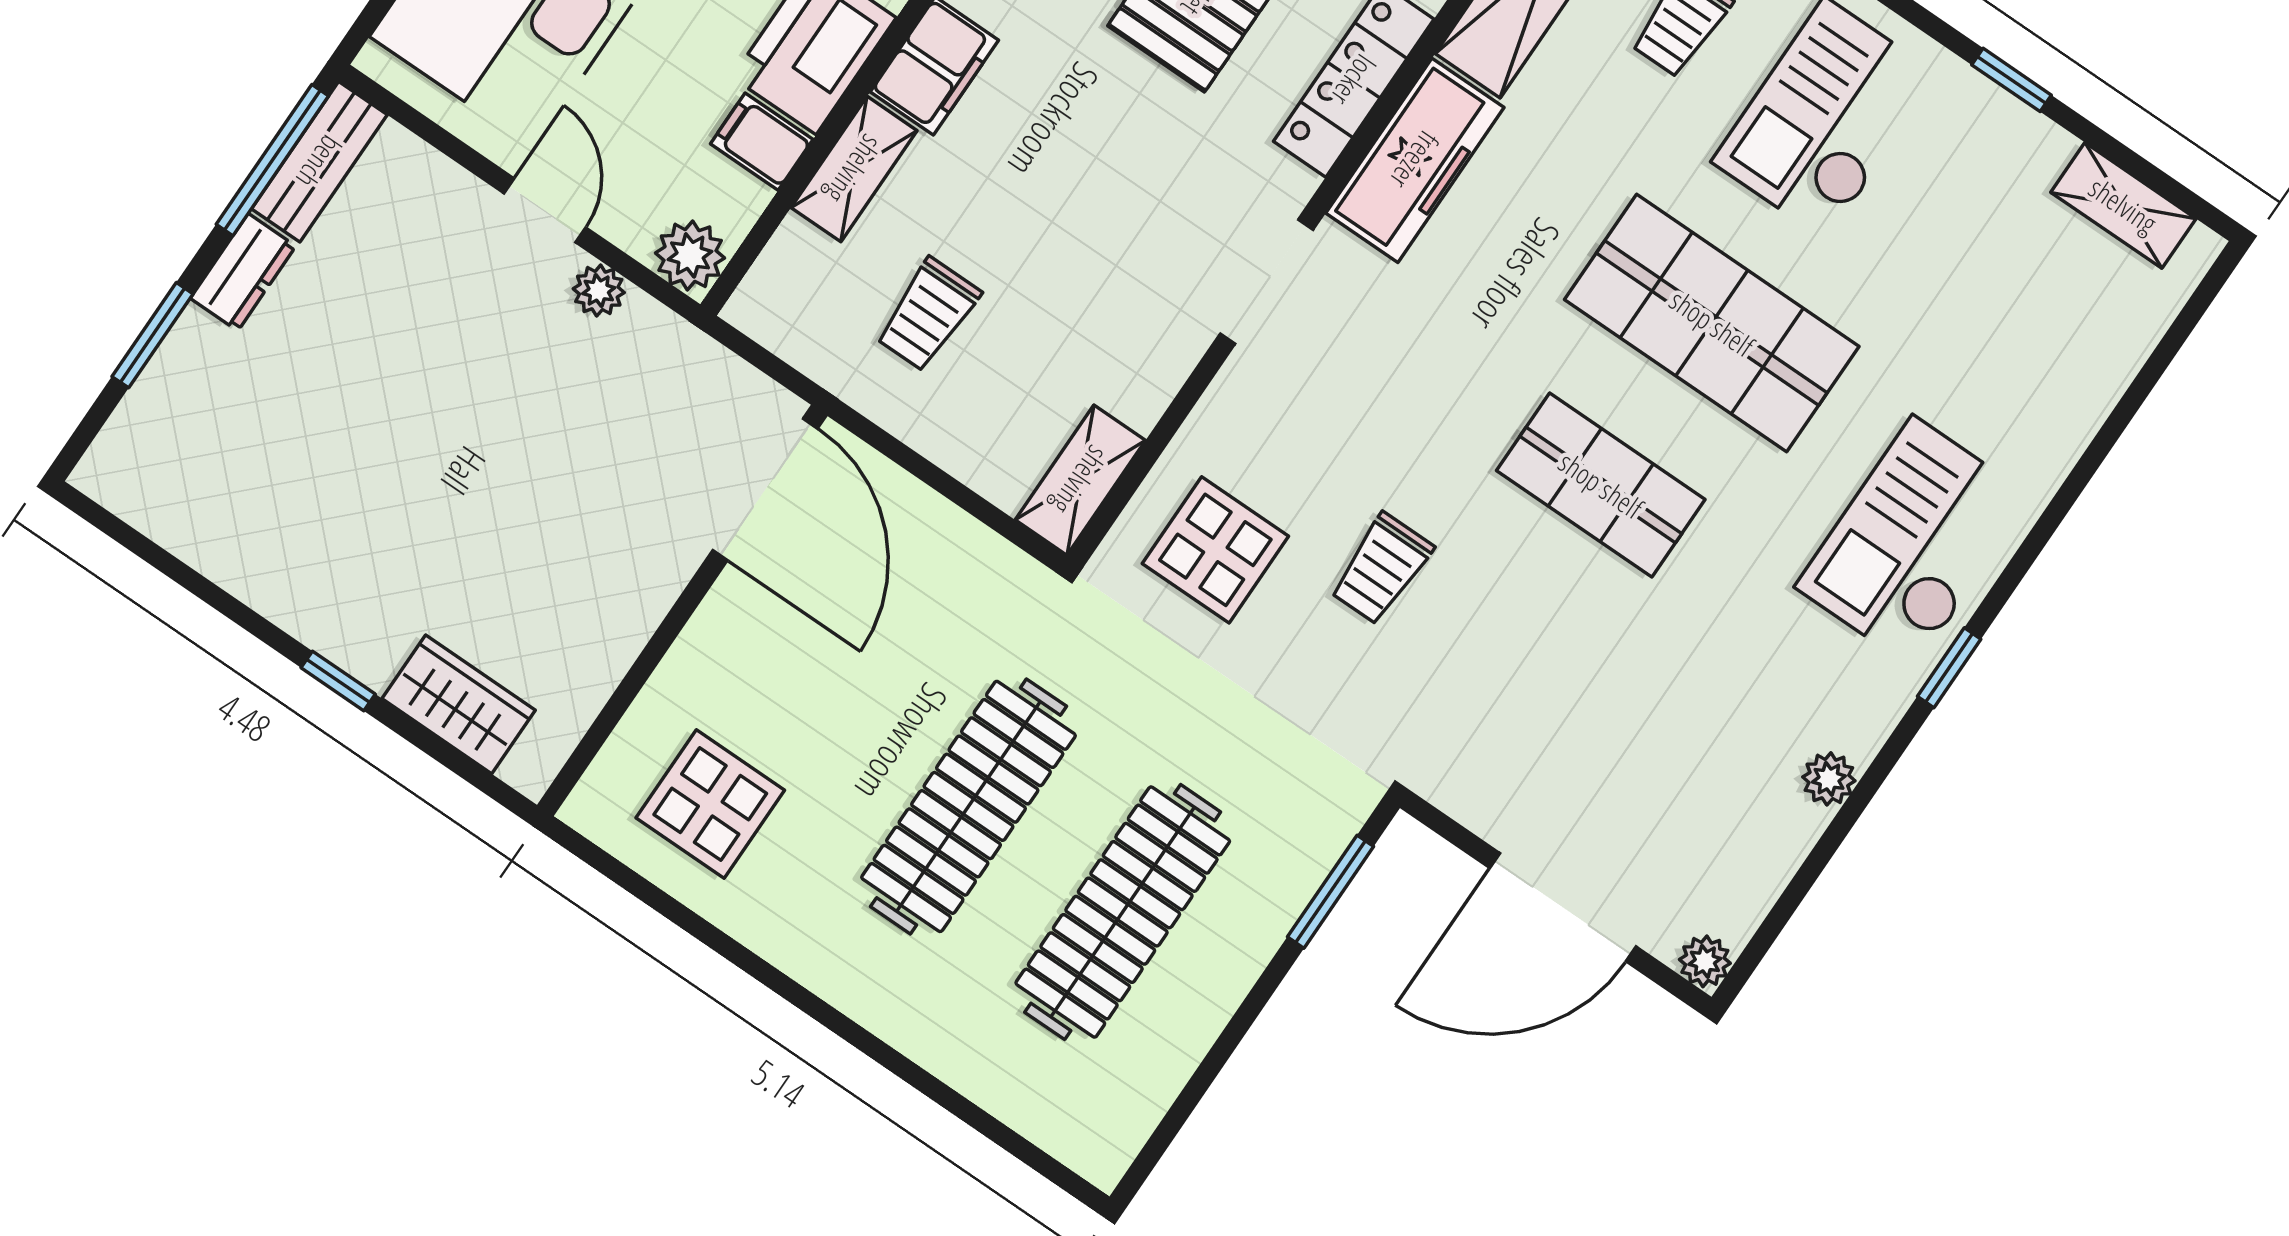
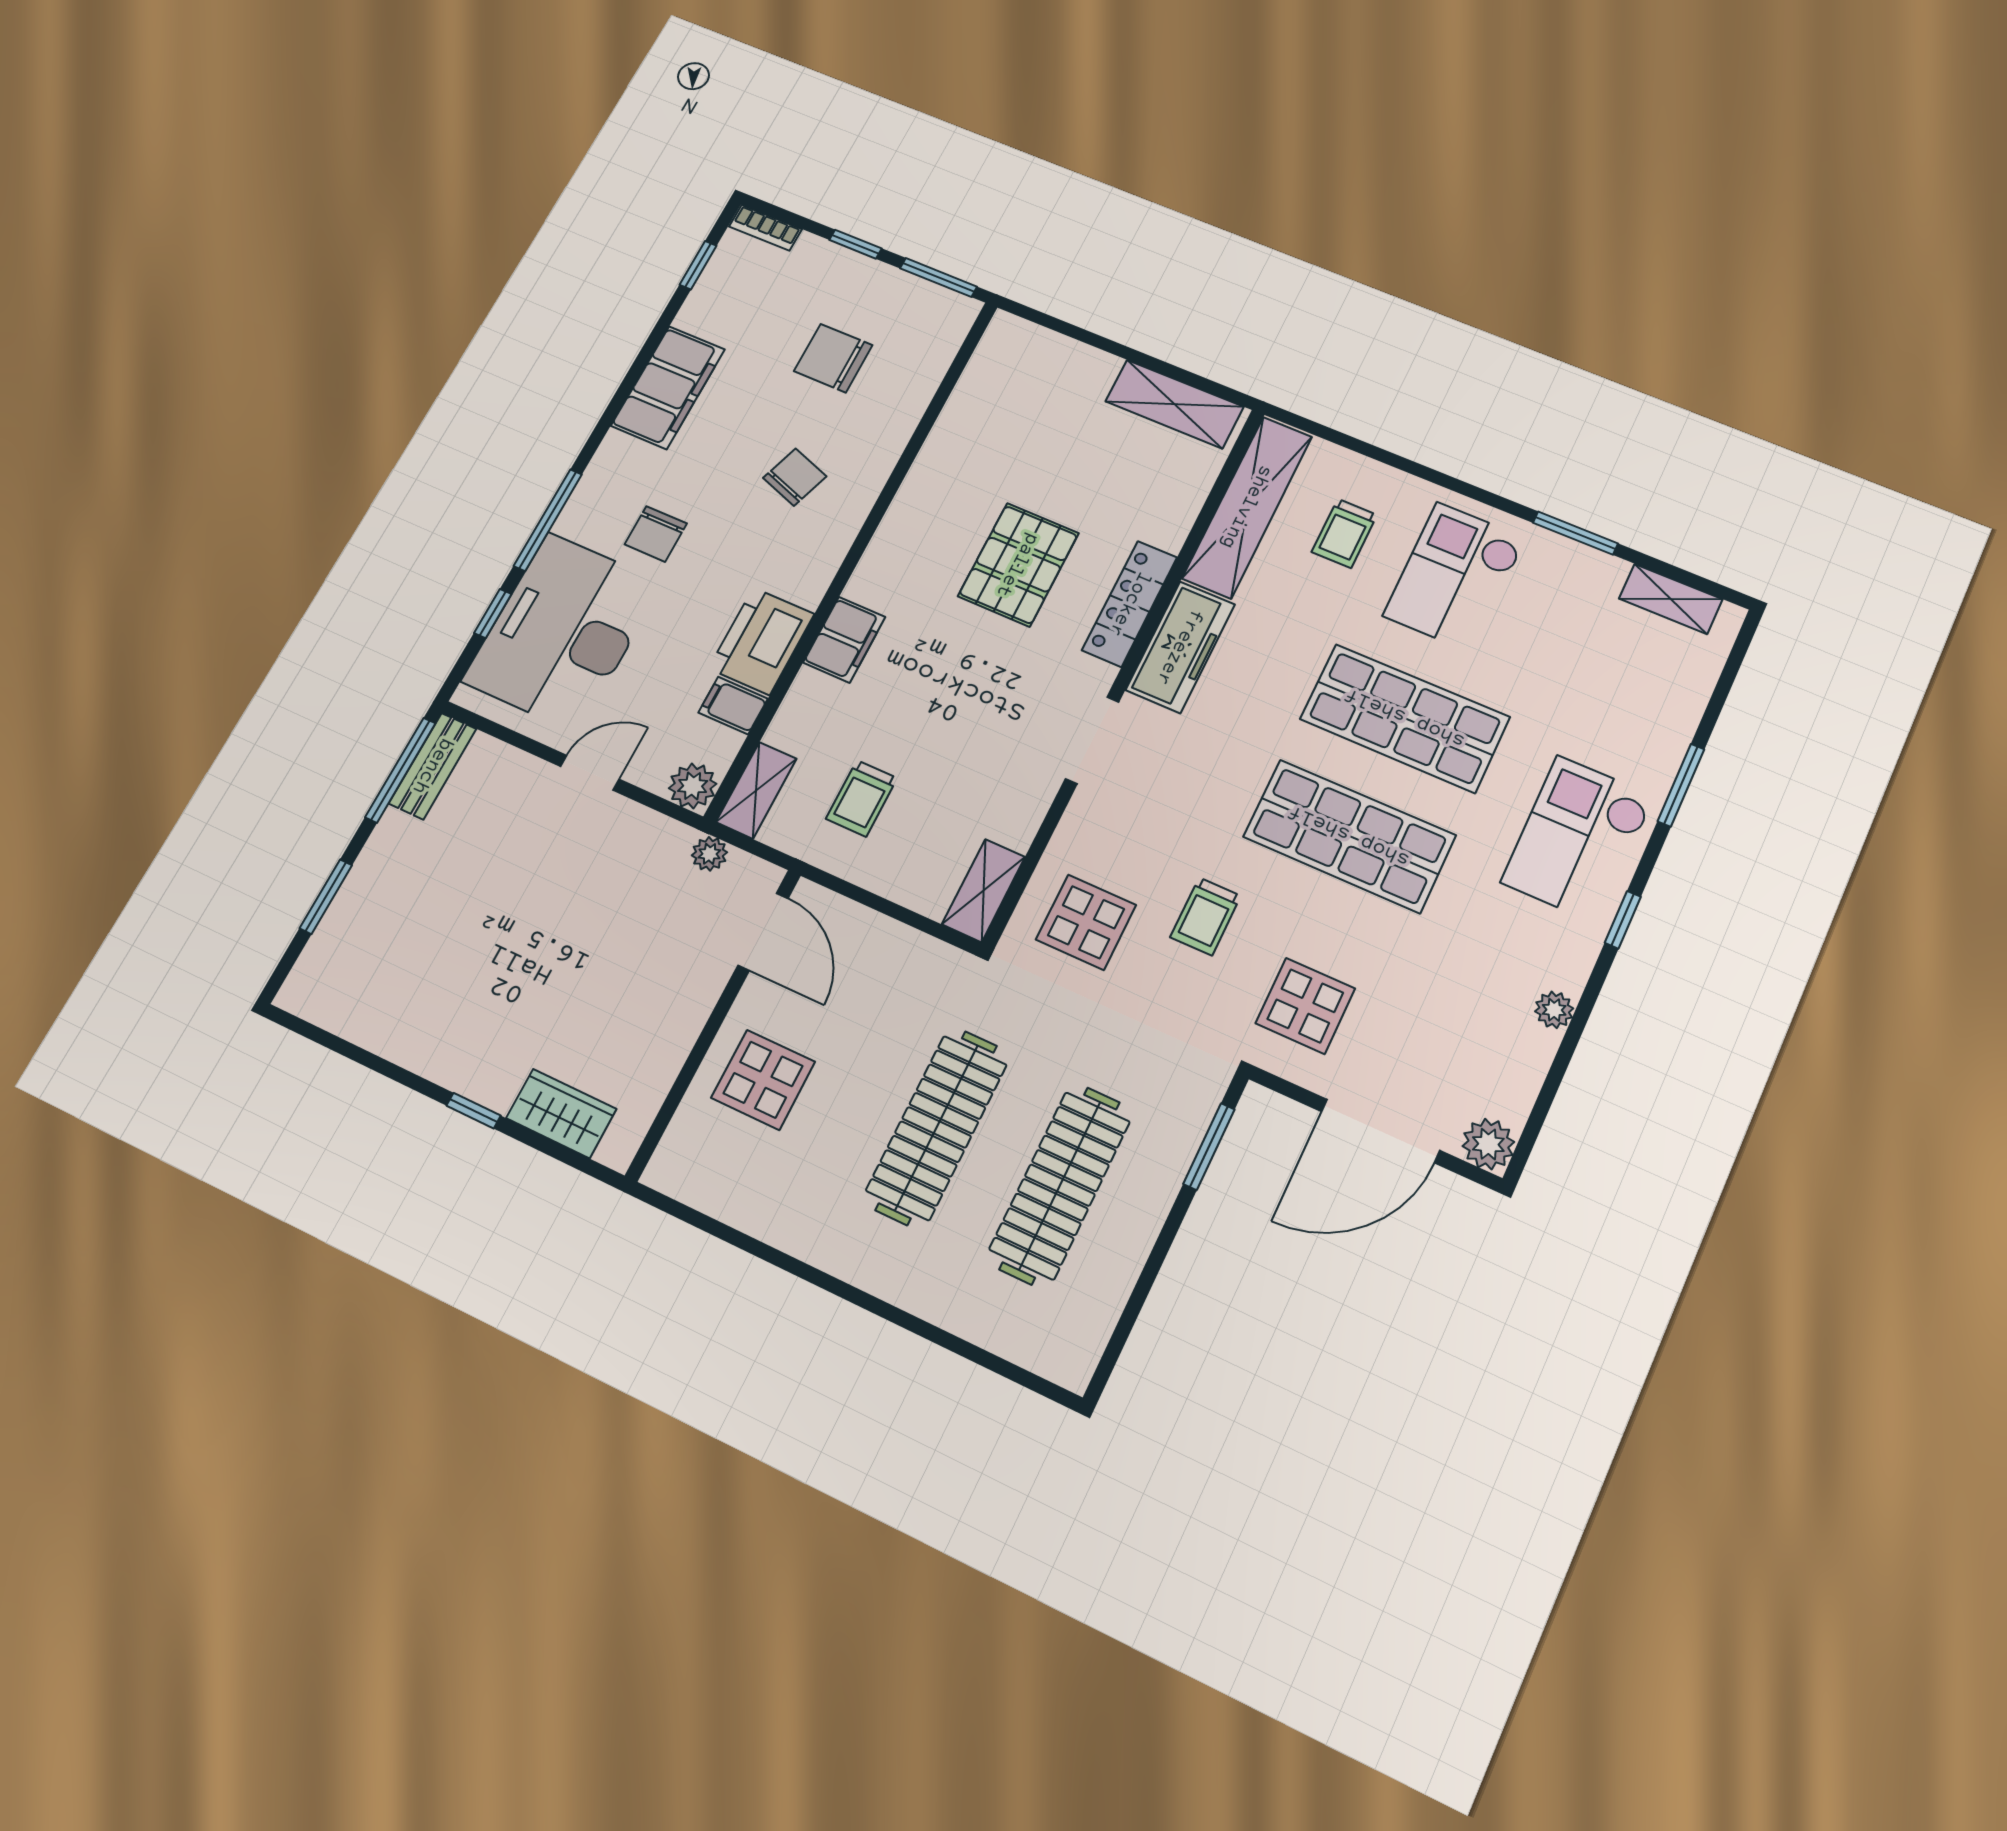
window: (2012, 80) -> (1575, 533), width x1.50
shelving: (854, 169) -> (756, 790), moved
door: (545, 210) -> (590, 773), hinge flipped
dresser: (243, 272) -> (386, 845), removed
plant: (599, 291) -> (709, 854), moved
shop shelf: (1601, 485) -> (1349, 836), width x1.43, depth x1.36
window: (2073, 487) -> (1681, 785), added
door: (765, 489) -> (763, 932), width x0.73
display table: (1495, 718) -> (1305, 1006), added
display table: (710, 804) -> (763, 1080), moved
plant: (1705, 961) -> (1488, 1144), width x1.38, depth x1.38

